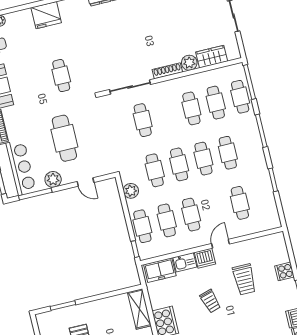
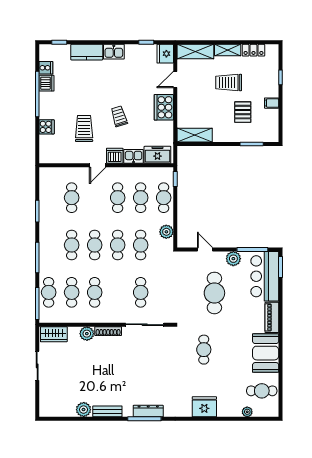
wardrobe: (212, 57) -> (54, 334), moved
shelving: (139, 309) -> (195, 135), moved, turned 90

